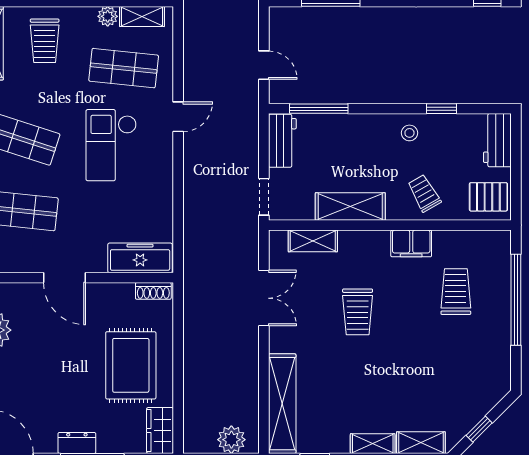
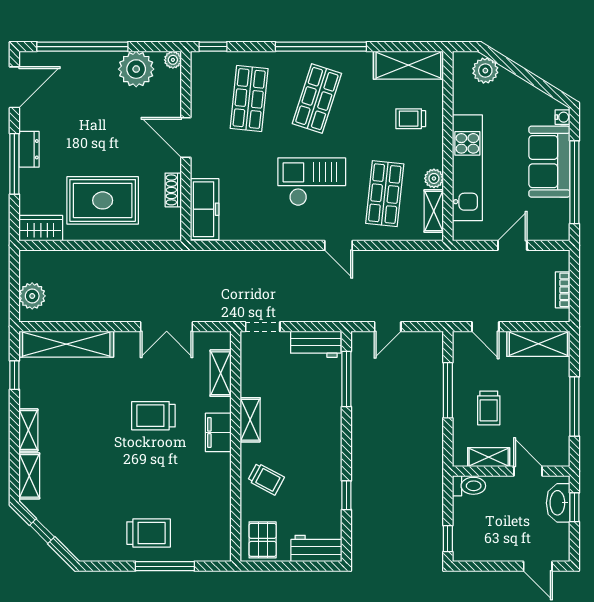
trolley: (45, 41) -> (411, 119), width x0.73, depth x0.72
stool: (409, 133) -> (323, 465), removed
trolley: (424, 193) -> (266, 479), turned 58
shelving: (350, 206) -> (250, 420), width x0.67, depth x0.75
filing cabinet: (411, 243) -> (218, 432), moved
door: (64, 278) -> (186, 137), hinge flipped
shoe rack: (153, 291) -> (173, 190), moved
trolley: (456, 292) -> (149, 533), moved
window: (516, 300) -> (165, 566), width x0.68

